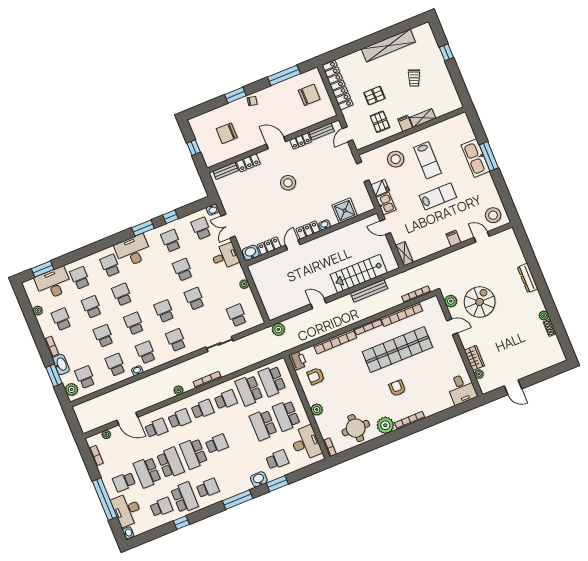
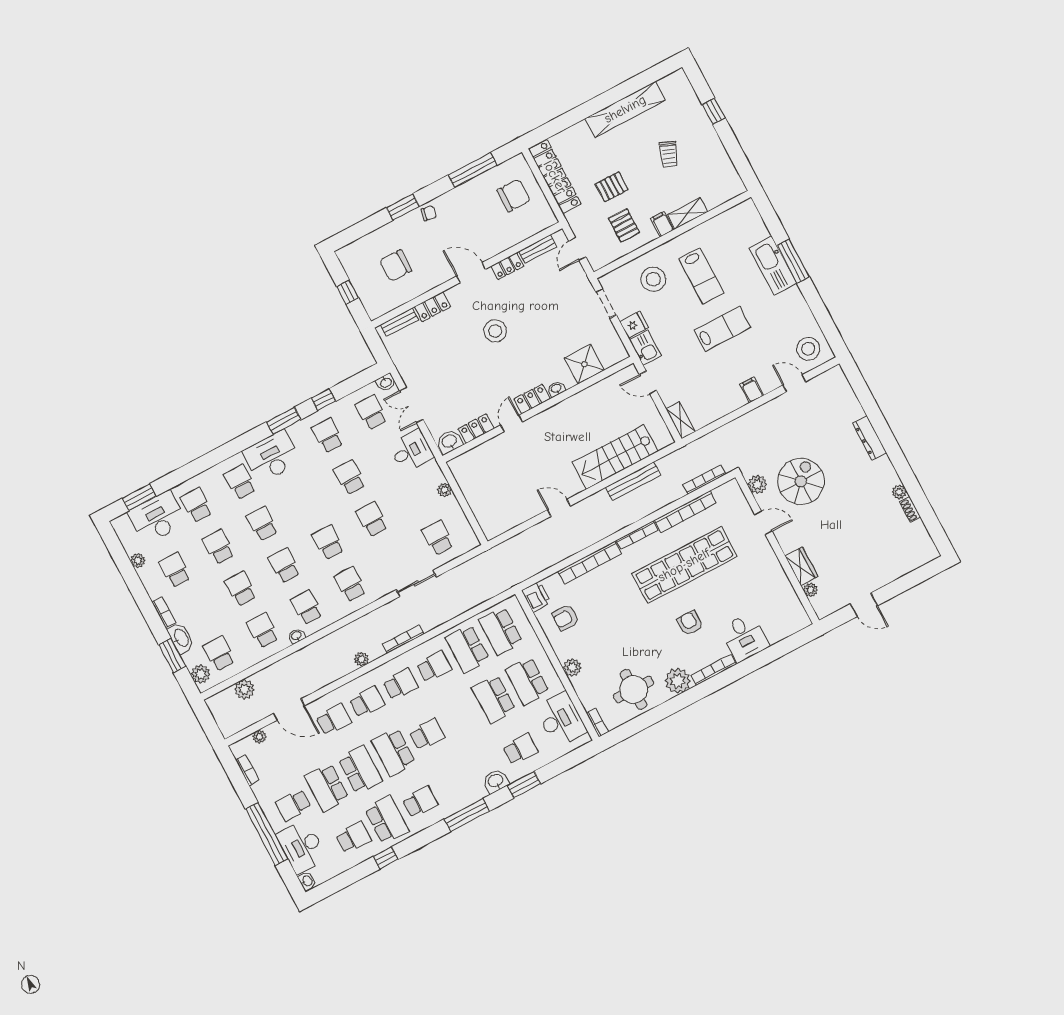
plant: (278, 329) -> (244, 689), moved
desk: (462, 389) -> (745, 637), moved

